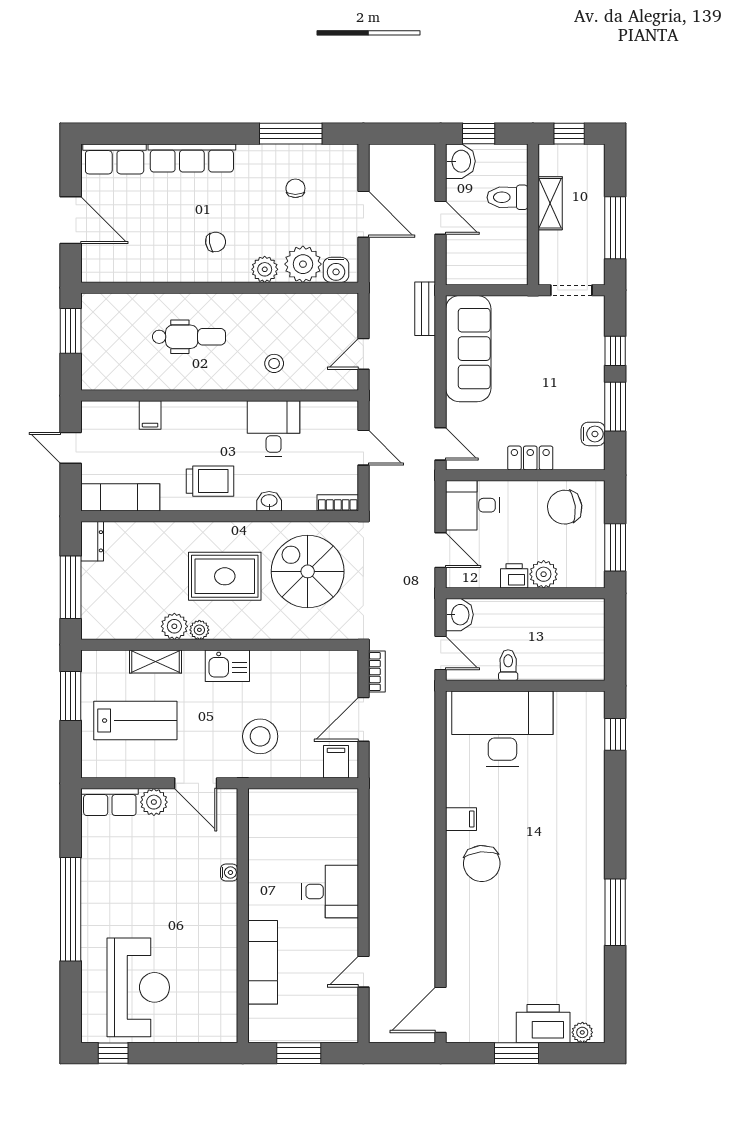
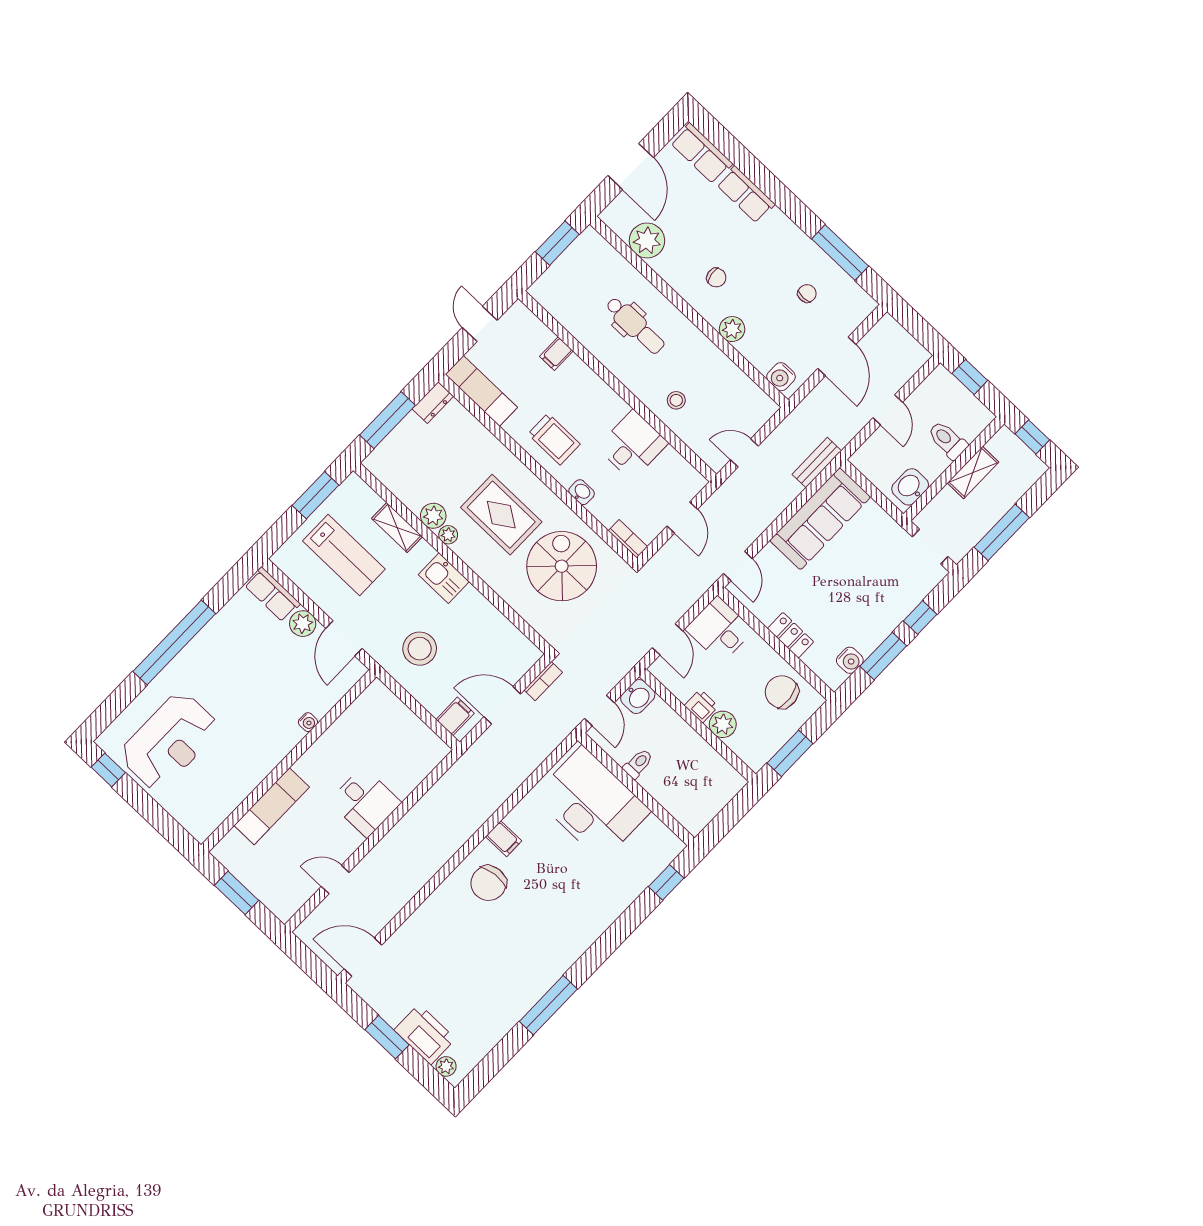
row of seats: (192, 158) -> (746, 195), width x0.68
washbasin: (460, 161) -> (910, 487), moved, turned 180
plant: (303, 264) -> (647, 241), moved

